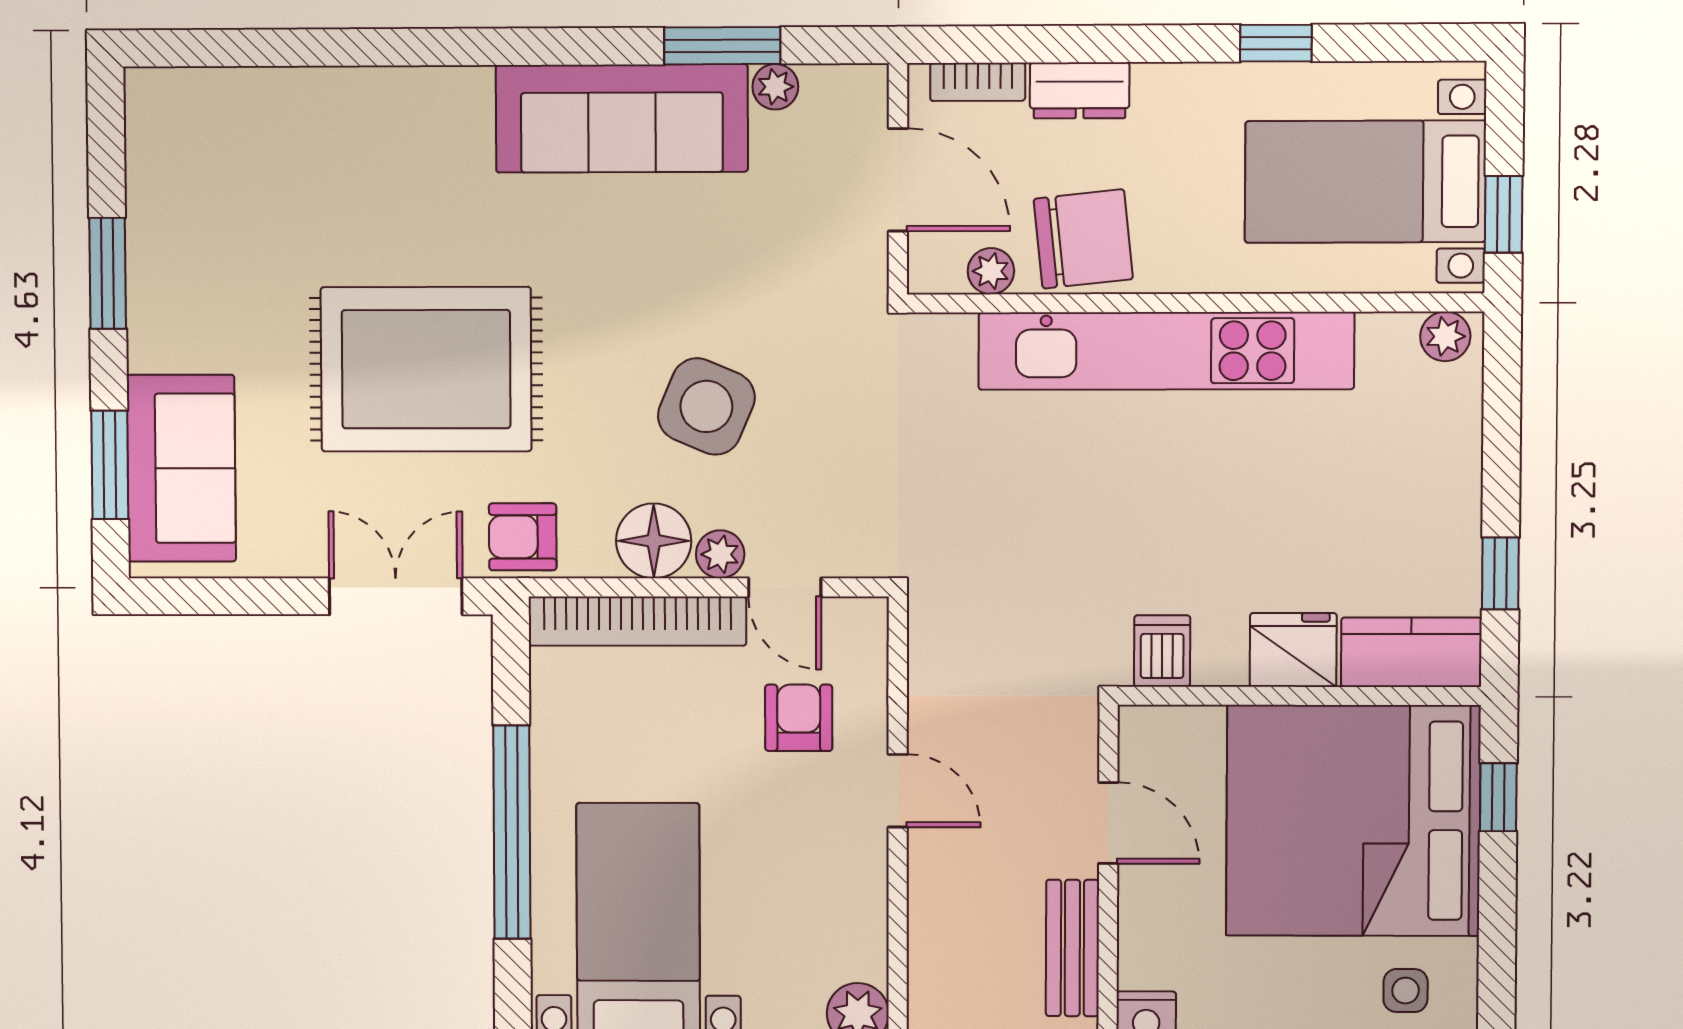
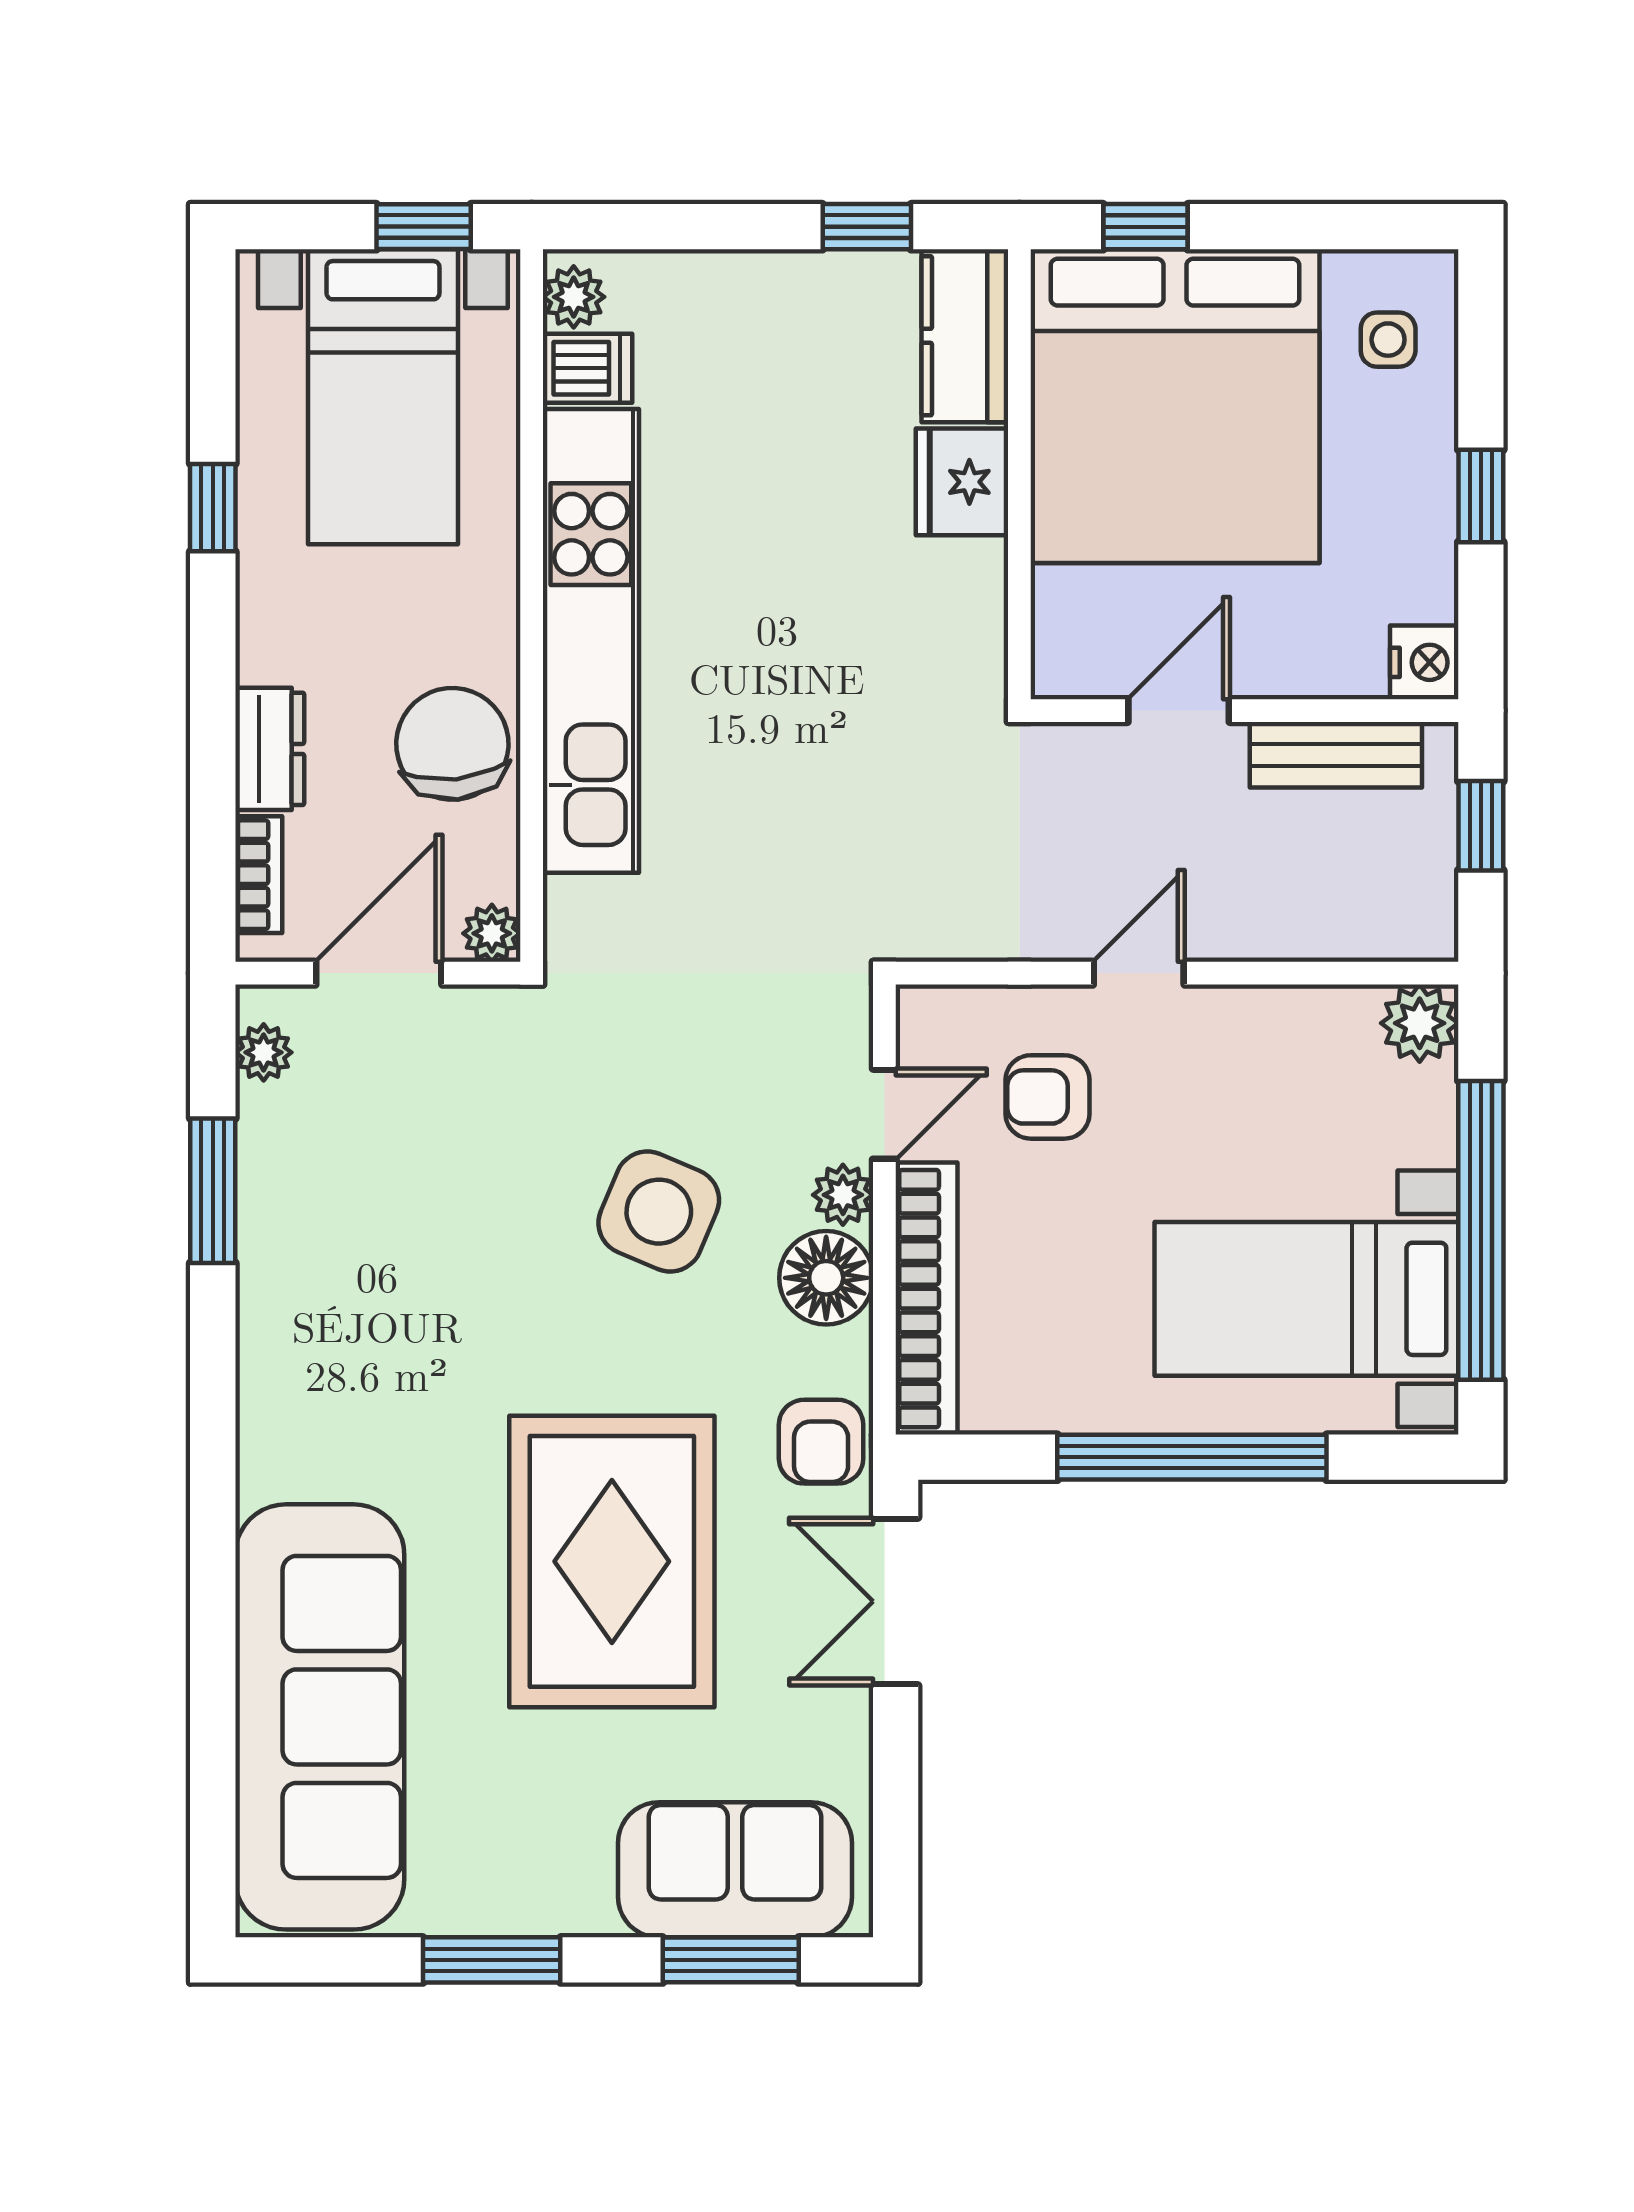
plant: (775, 87) -> (264, 1052), moved
sofa: (622, 118) -> (320, 1717), moved, width x1.36, depth x1.27
plant: (991, 271) -> (492, 933), moved
dishwasher: (1162, 651) -> (588, 368), moved, turned 180

